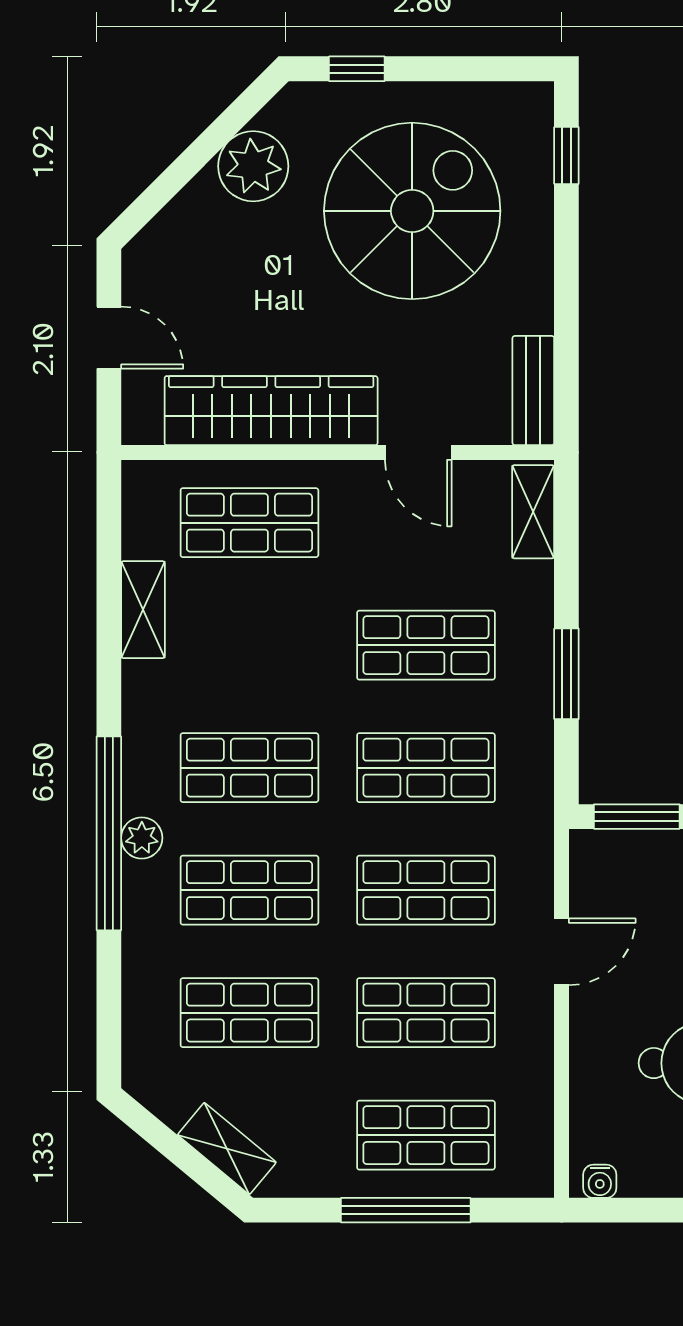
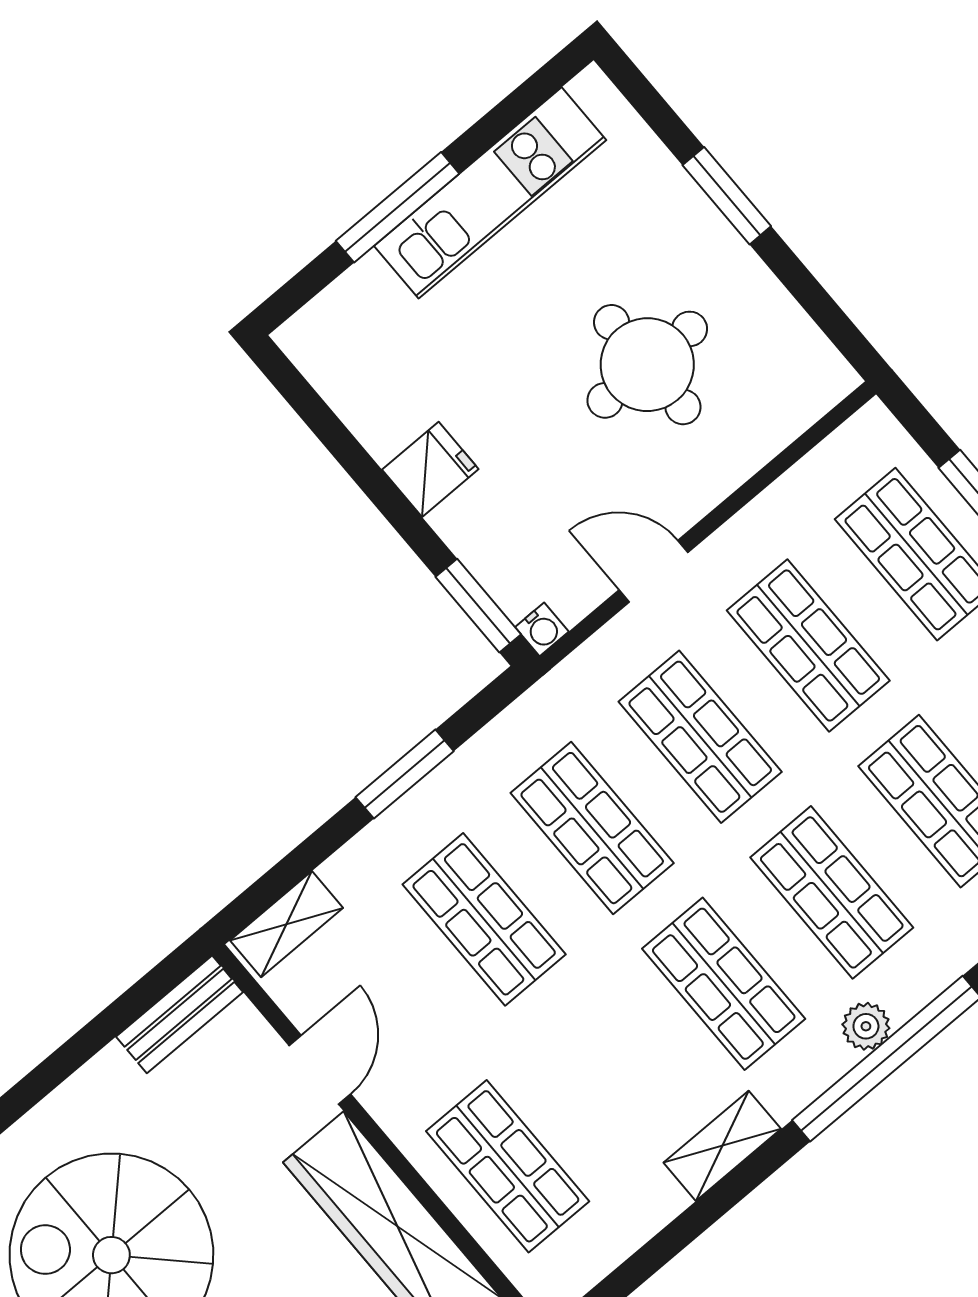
shelving: (143, 610) -> (722, 1146), moved
water cooler: (600, 1181) -> (542, 629), moved, turned 90

